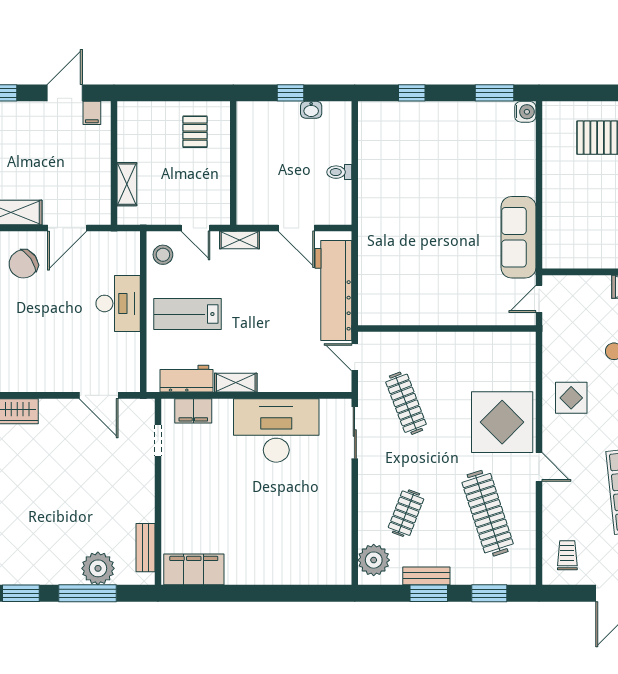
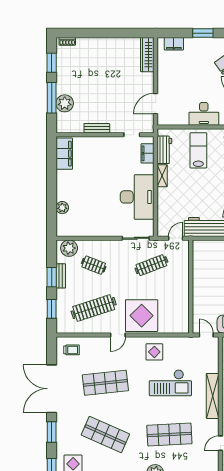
bench: (146, 548) -> (97, 128), moved
plant: (296, 573) -> (62, 208), added

